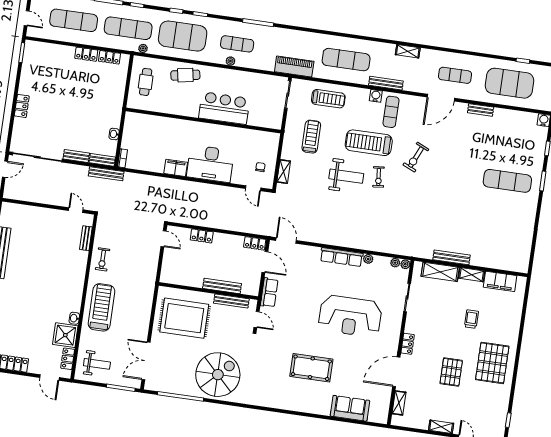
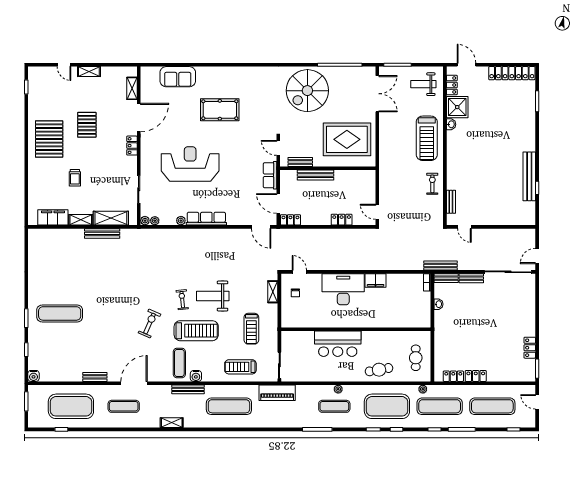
locker: (22, 106) -> (530, 348), moved
bench: (231, 301) -> (300, 162), width x0.73

